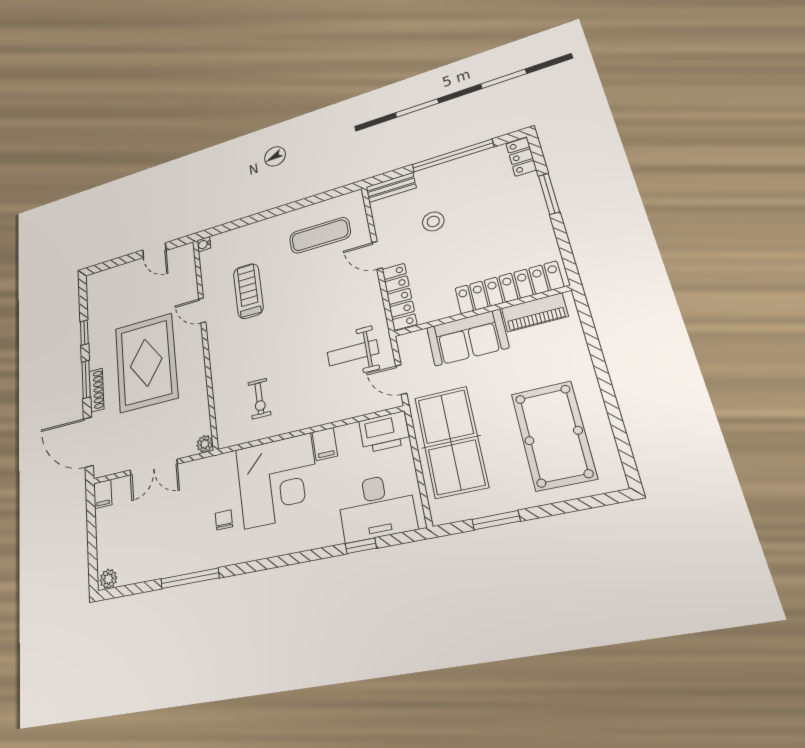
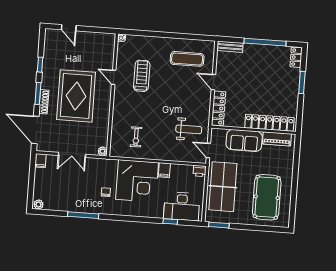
stool: (433, 221) -> (245, 75), removed
door: (154, 250) -> (69, 28), moved
weight bench: (353, 353) -> (189, 129), turned 180
printer: (384, 432) -> (199, 171), width x0.53, depth x0.68
window: (496, 520) -> (219, 225), moved

